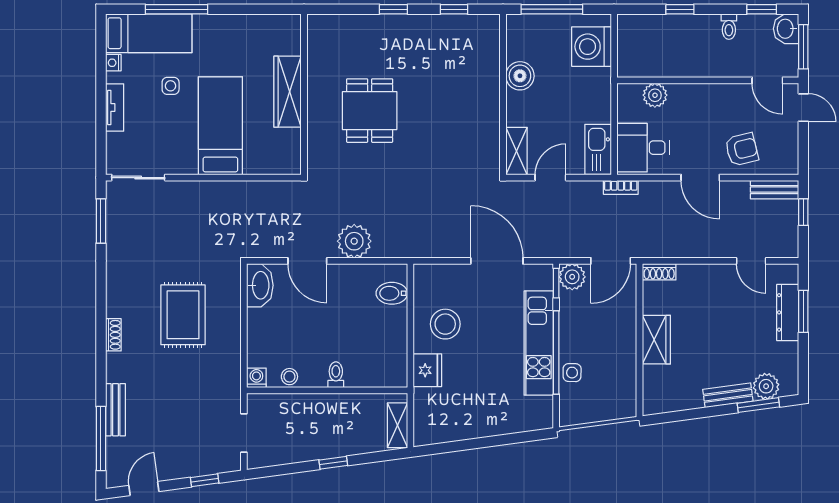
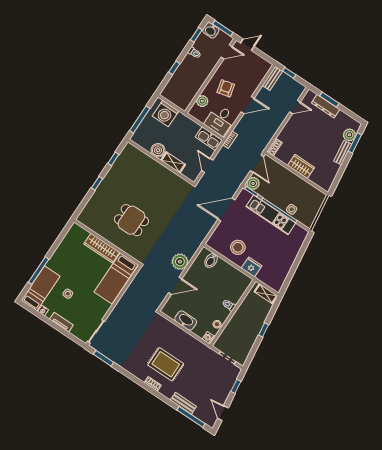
bed: (220, 126) -> (116, 278), moved, turned -90
armchair: (742, 149) -> (226, 88), moved
shelving: (516, 151) -> (173, 162), moved
washbasin: (260, 285) -> (186, 320), moved
rug: (183, 315) -> (166, 364), moved

